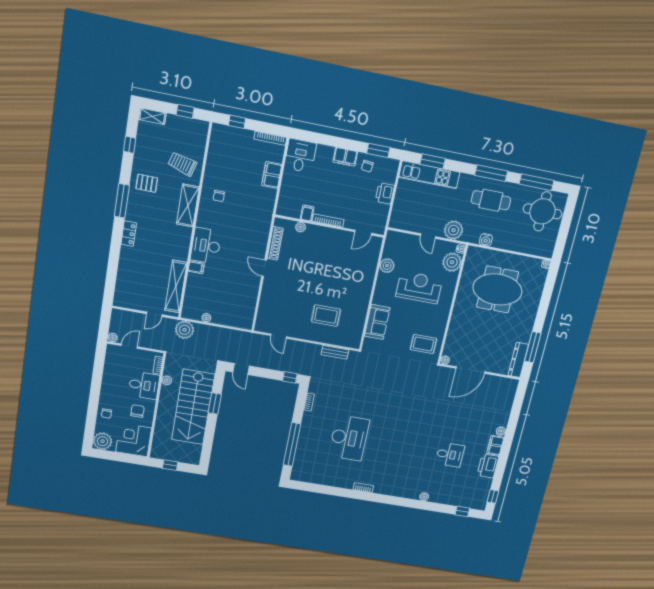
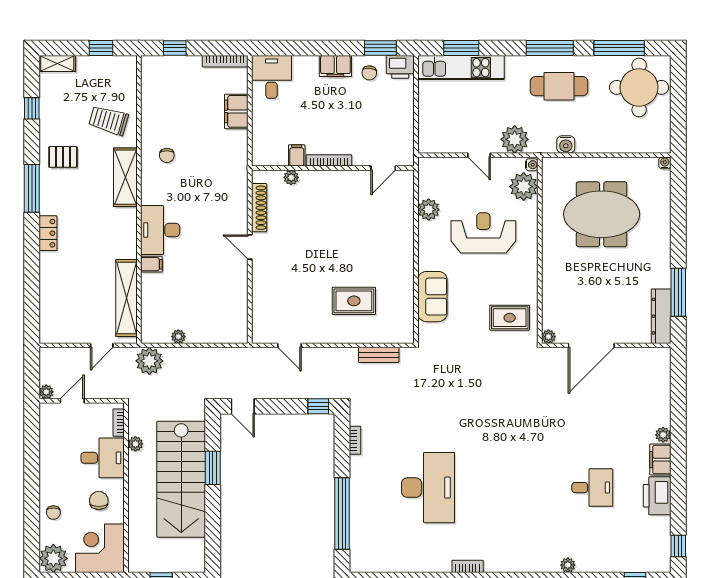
printer: (385, 193) -> (400, 67), moved, turned -90

